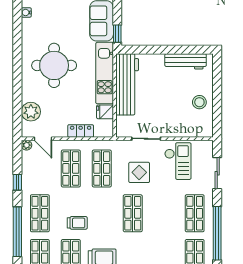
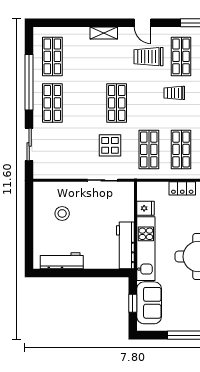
window: (117, 34) -> (133, 303), moved
workbench: (127, 84) -> (125, 245), width x0.73, depth x0.76
stool: (199, 102) -> (62, 213), moved
locker: (81, 131) -> (182, 188), moved
checkout: (178, 161) -> (70, 157), removed

